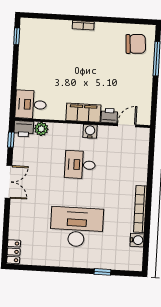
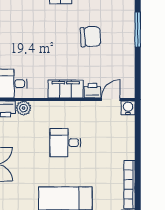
chair: (136, 44) -> (91, 37), moved
water cooler: (90, 131) -> (128, 108), moved

